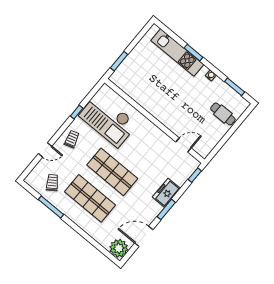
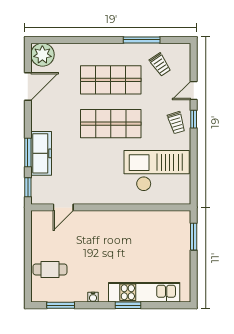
window: (77, 112) -> (194, 119), moved
freezer: (166, 193) -> (41, 153), width x1.40
window: (166, 209) -> (28, 153), moved

